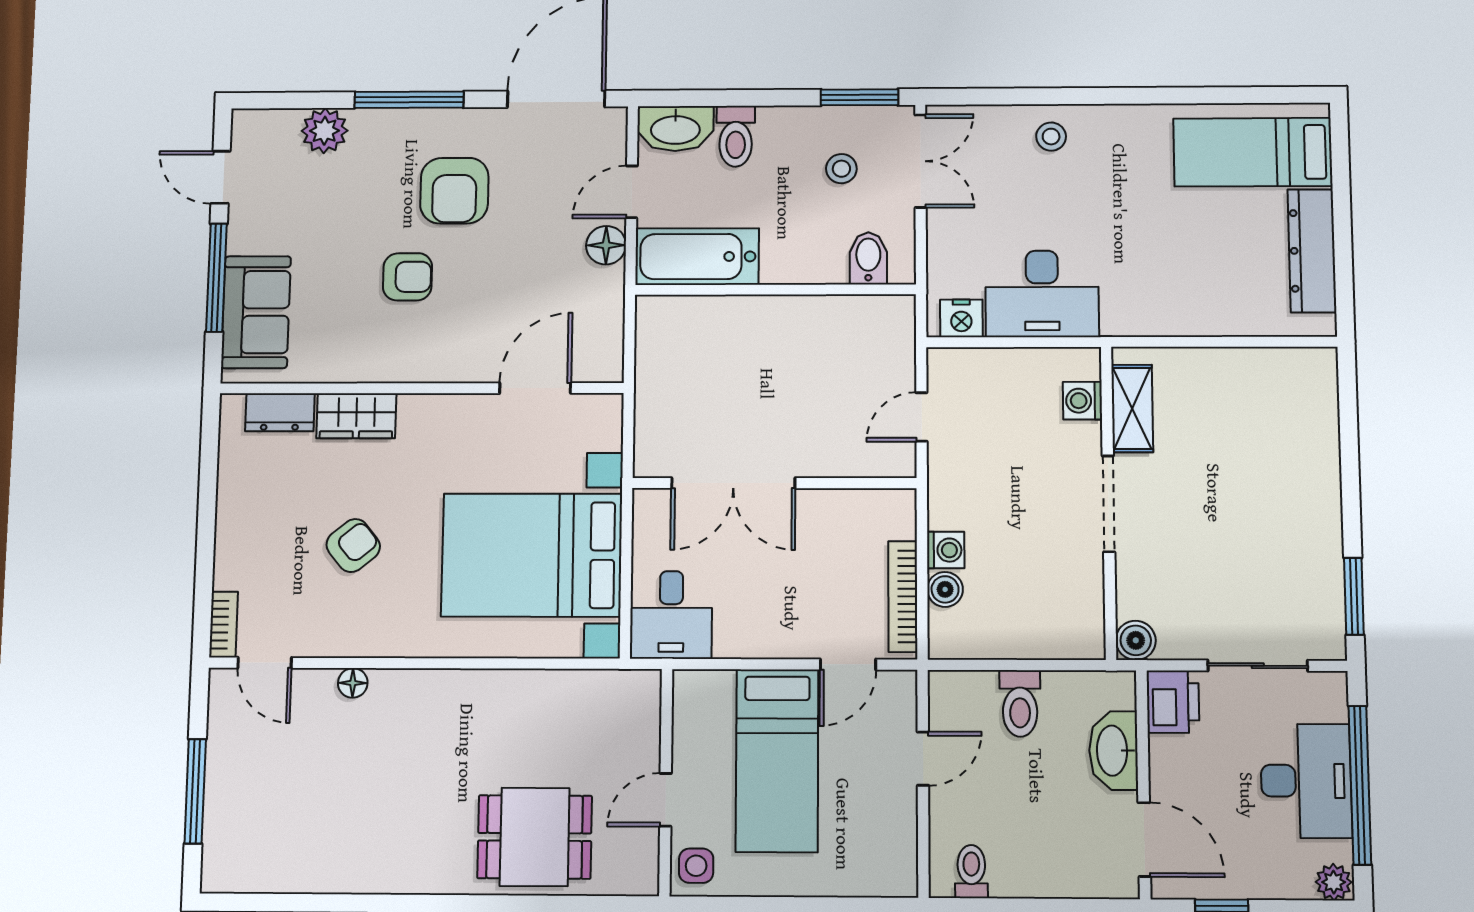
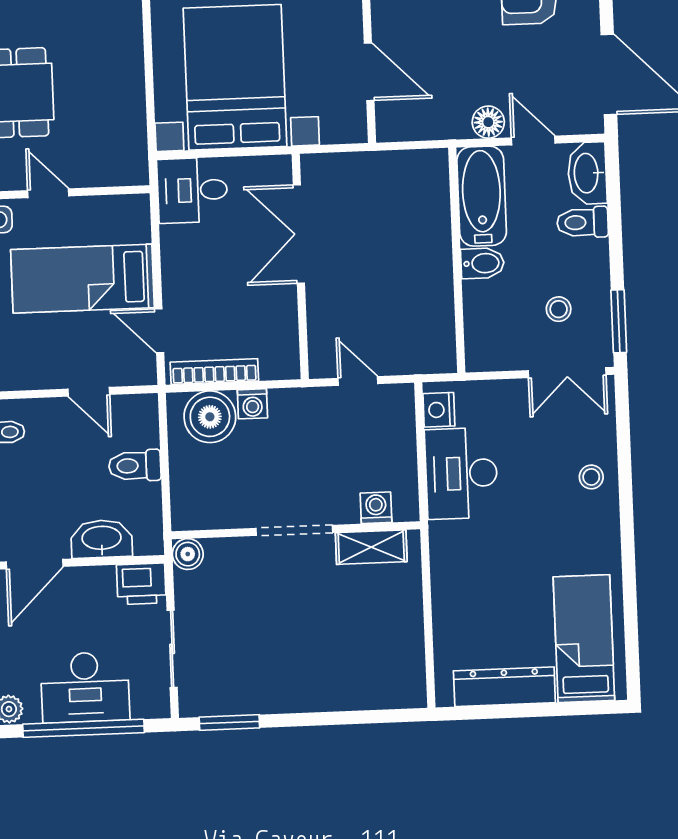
bidet: (868, 258) -> (482, 263), moved
boiler: (945, 589) -> (210, 417), width x1.86, depth x1.86

